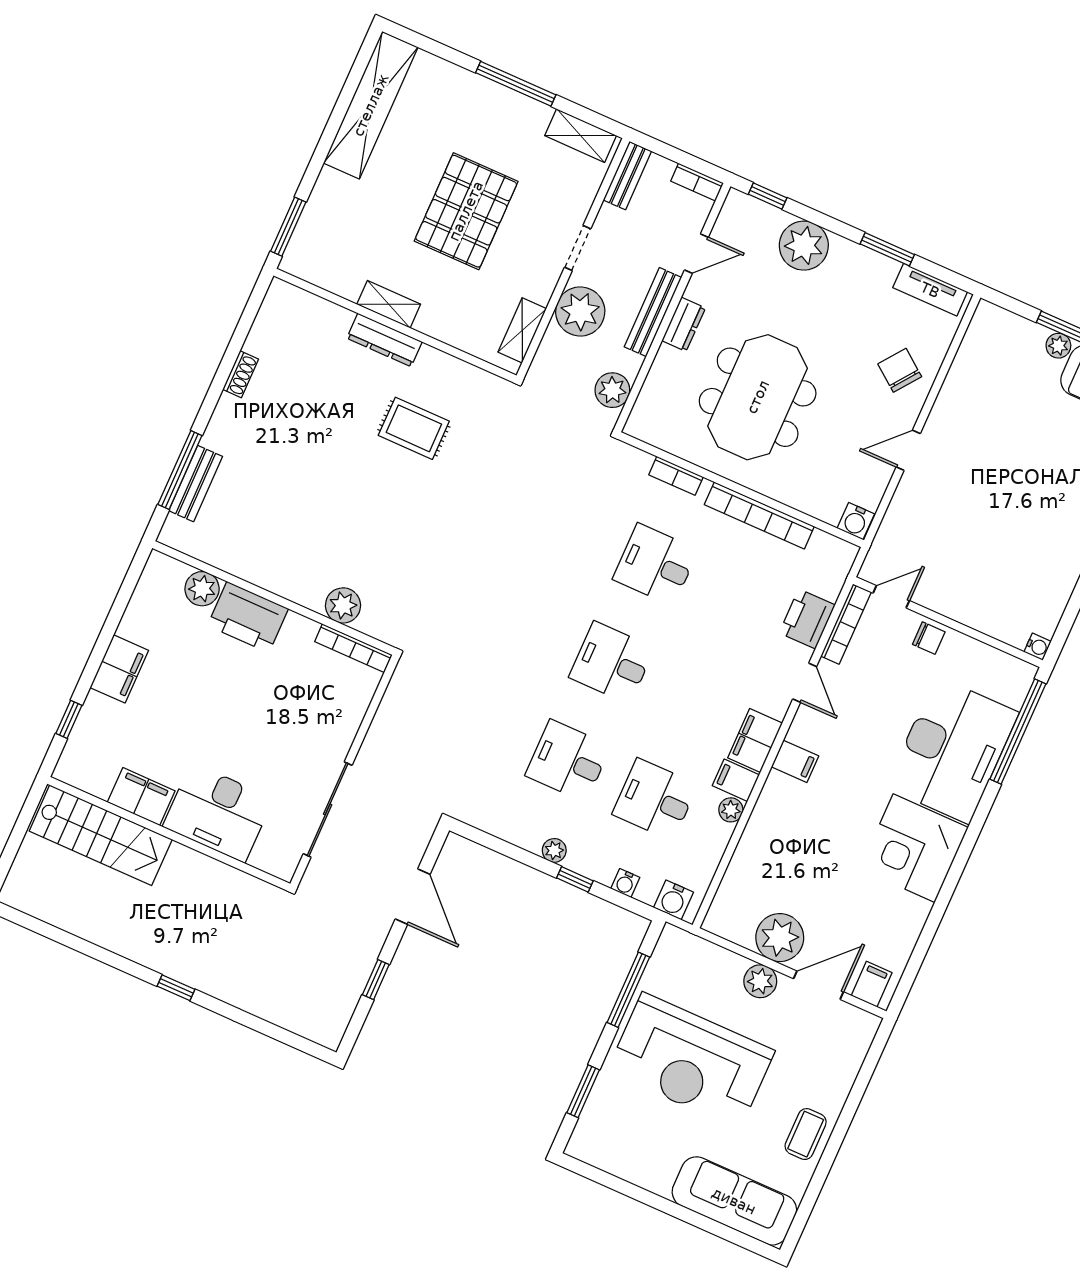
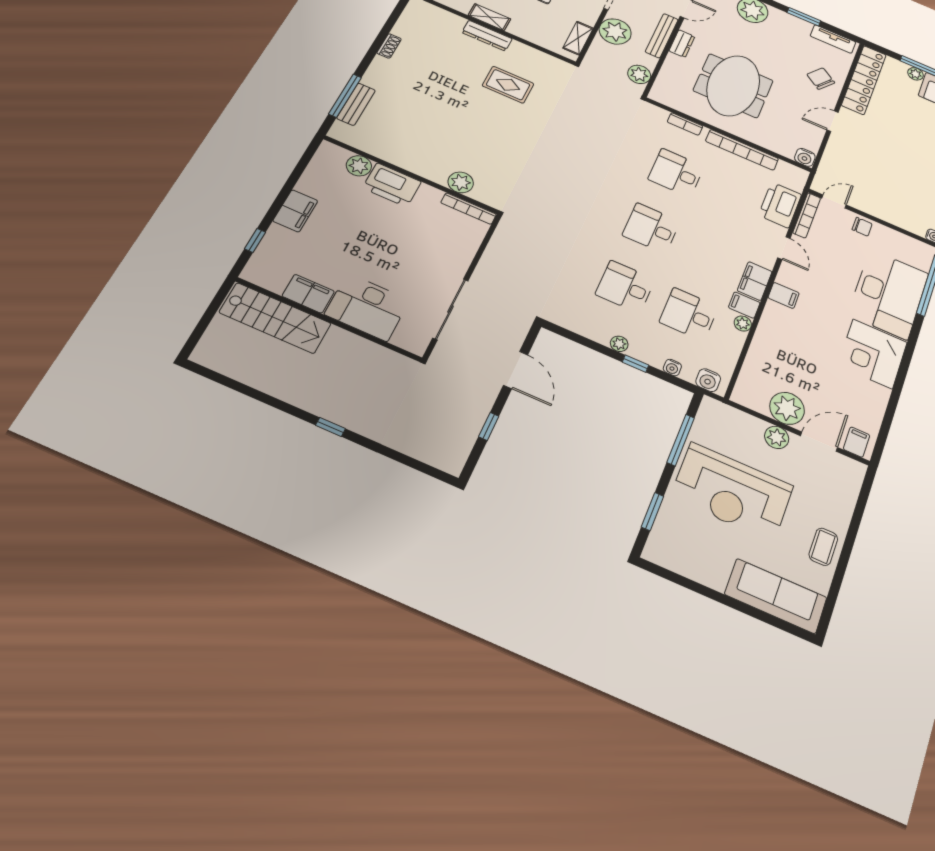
locker: (970, 366) -> (864, 80), added
printer: (807, 619) -> (780, 205), width x1.37, depth x1.19

